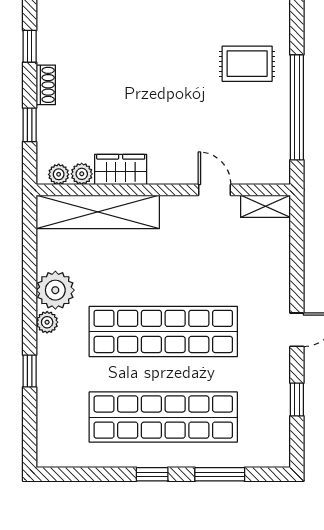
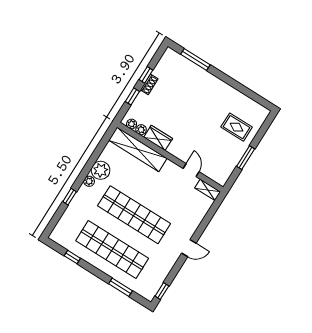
window: (30, 46) -> (146, 75), moved
window: (297, 107) -> (246, 158), width x0.47
window: (297, 400) -> (162, 291), moved
window: (152, 474) -> (72, 257), moved

